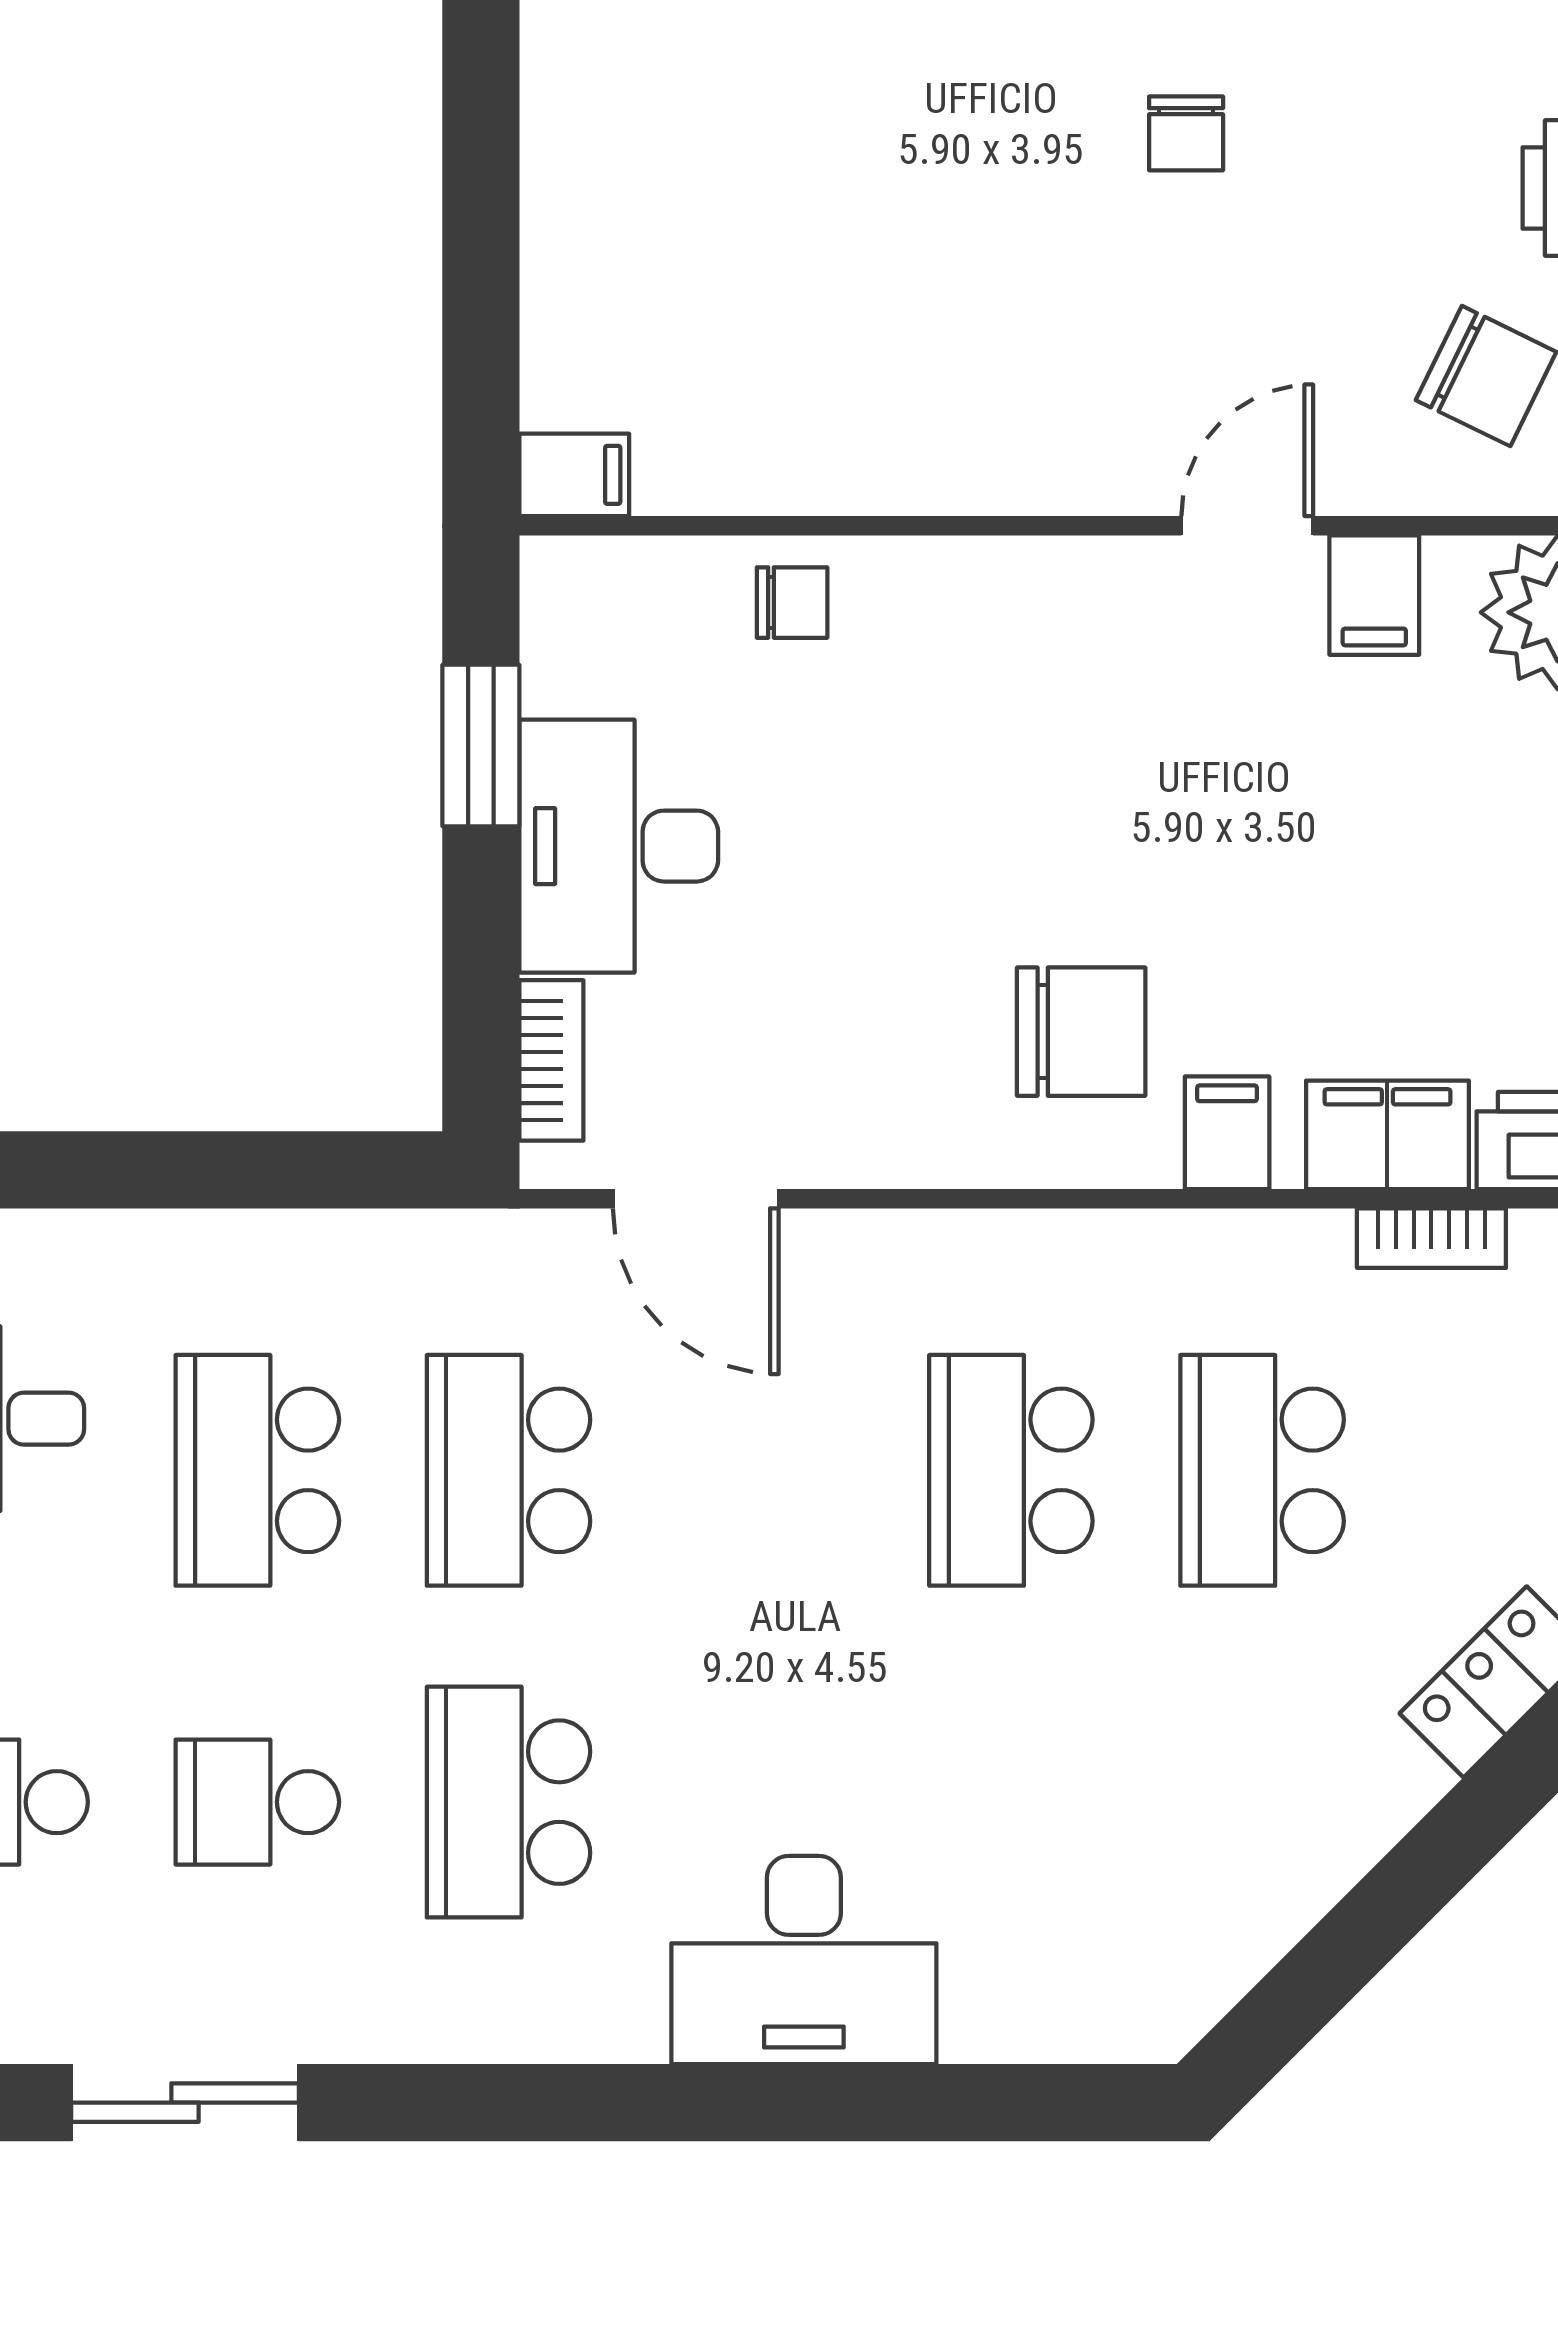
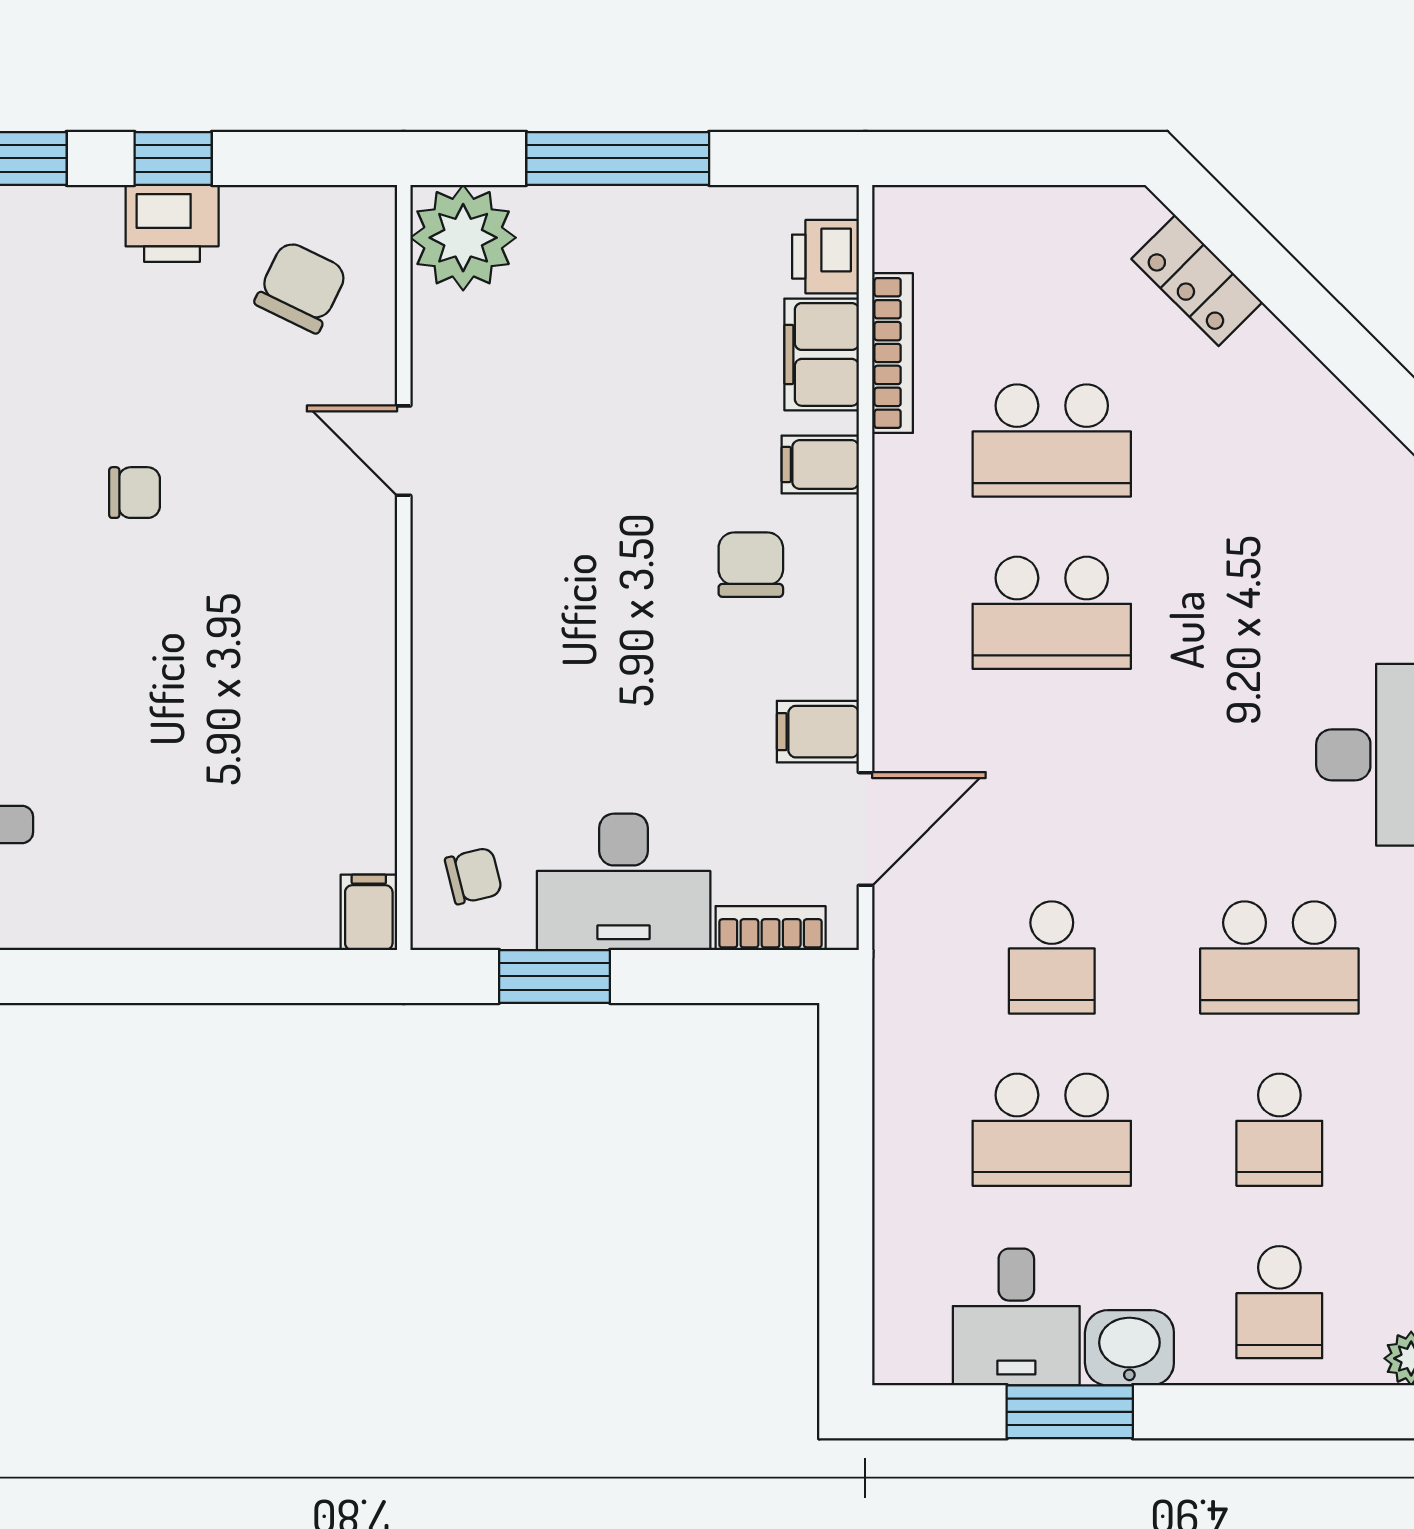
filing cabinet: (1374, 595) -> (818, 732), moved, turned 180
chair: (792, 603) -> (474, 876), moved, turned 76
chair: (1081, 1032) -> (751, 565), width x0.73, depth x0.73
bookcase: (1431, 1238) -> (892, 353), width x1.56
school desk: (508, 1470) -> (1052, 957), width x0.54

